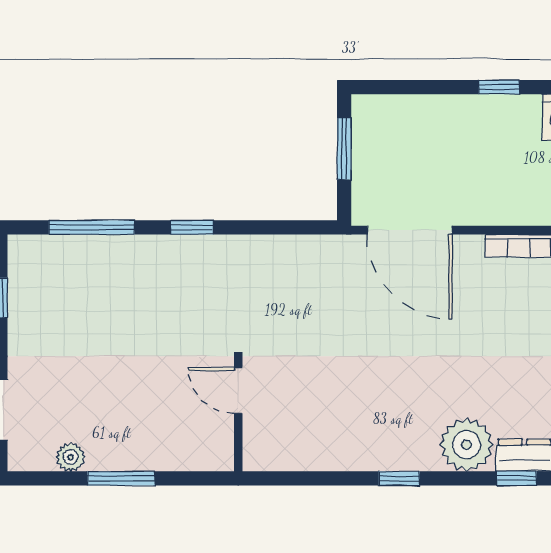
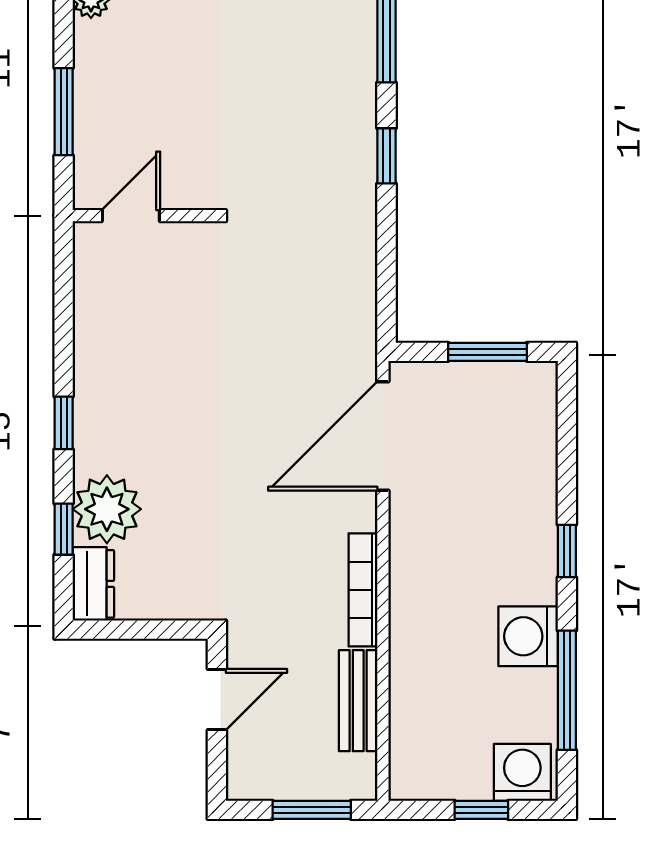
door: (238, 390) -> (131, 216), moved
window: (121, 478) -> (64, 112), moved
window: (517, 478) -> (64, 529), moved

